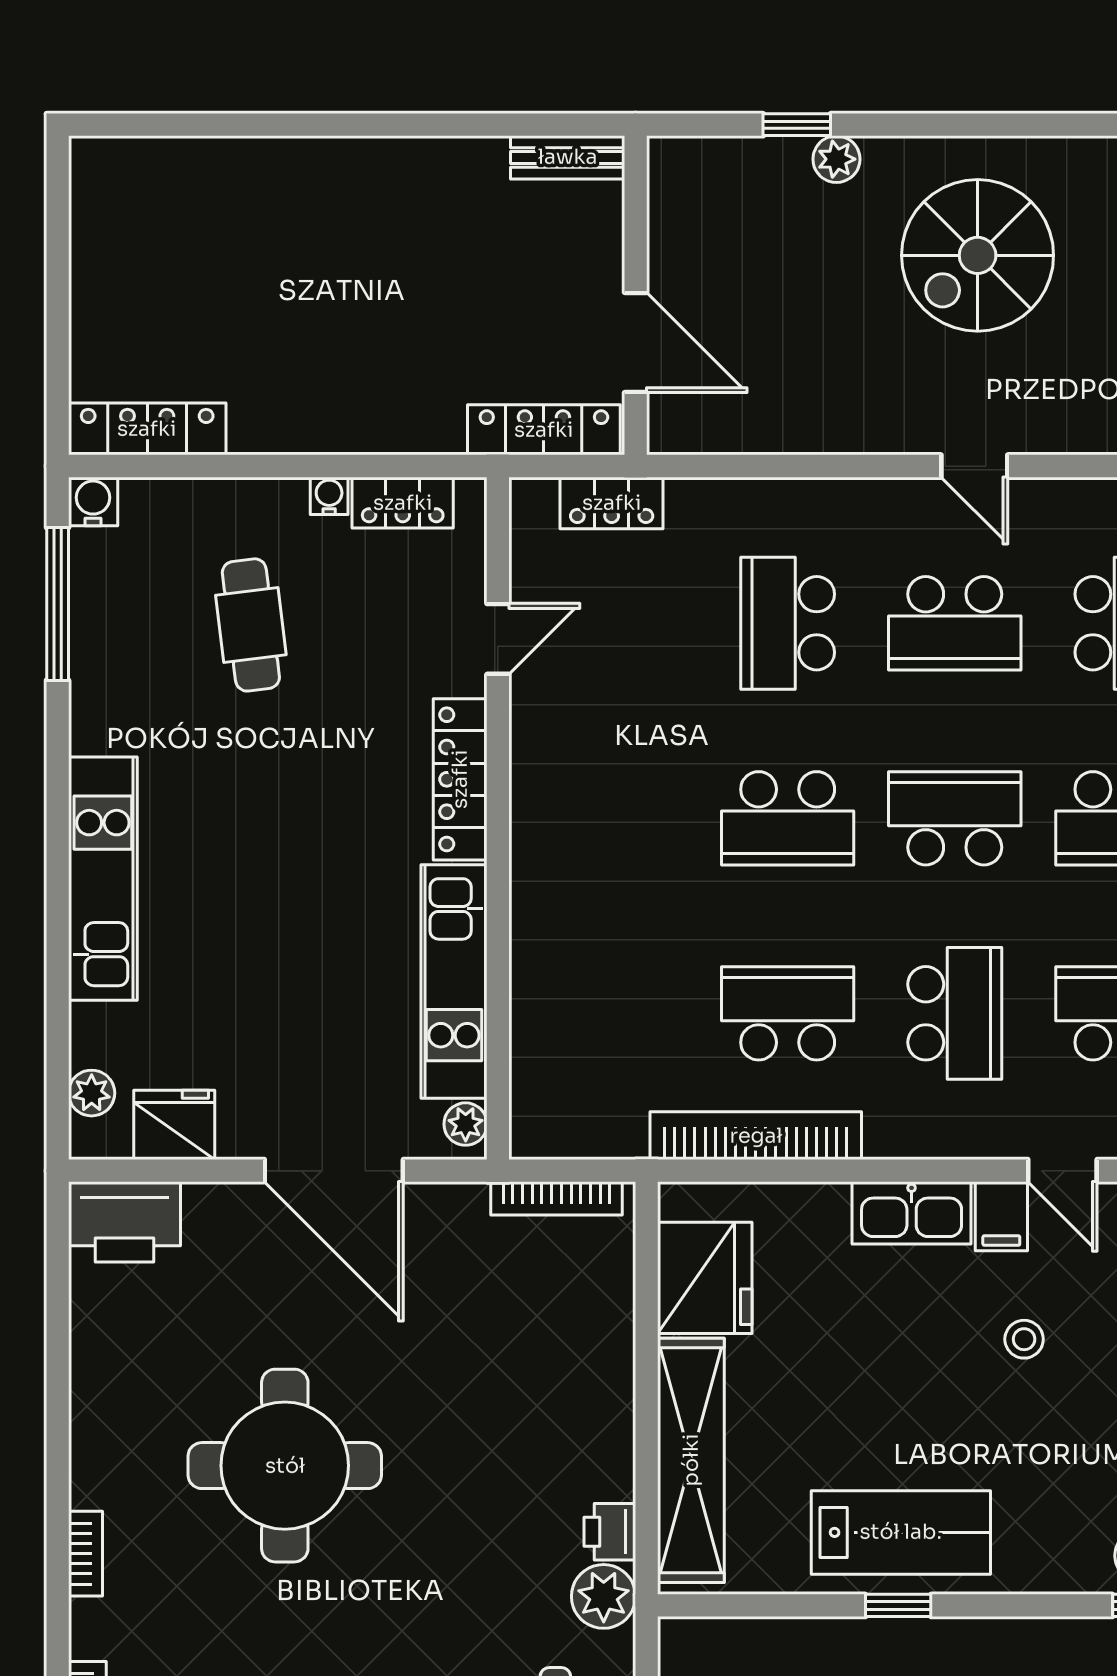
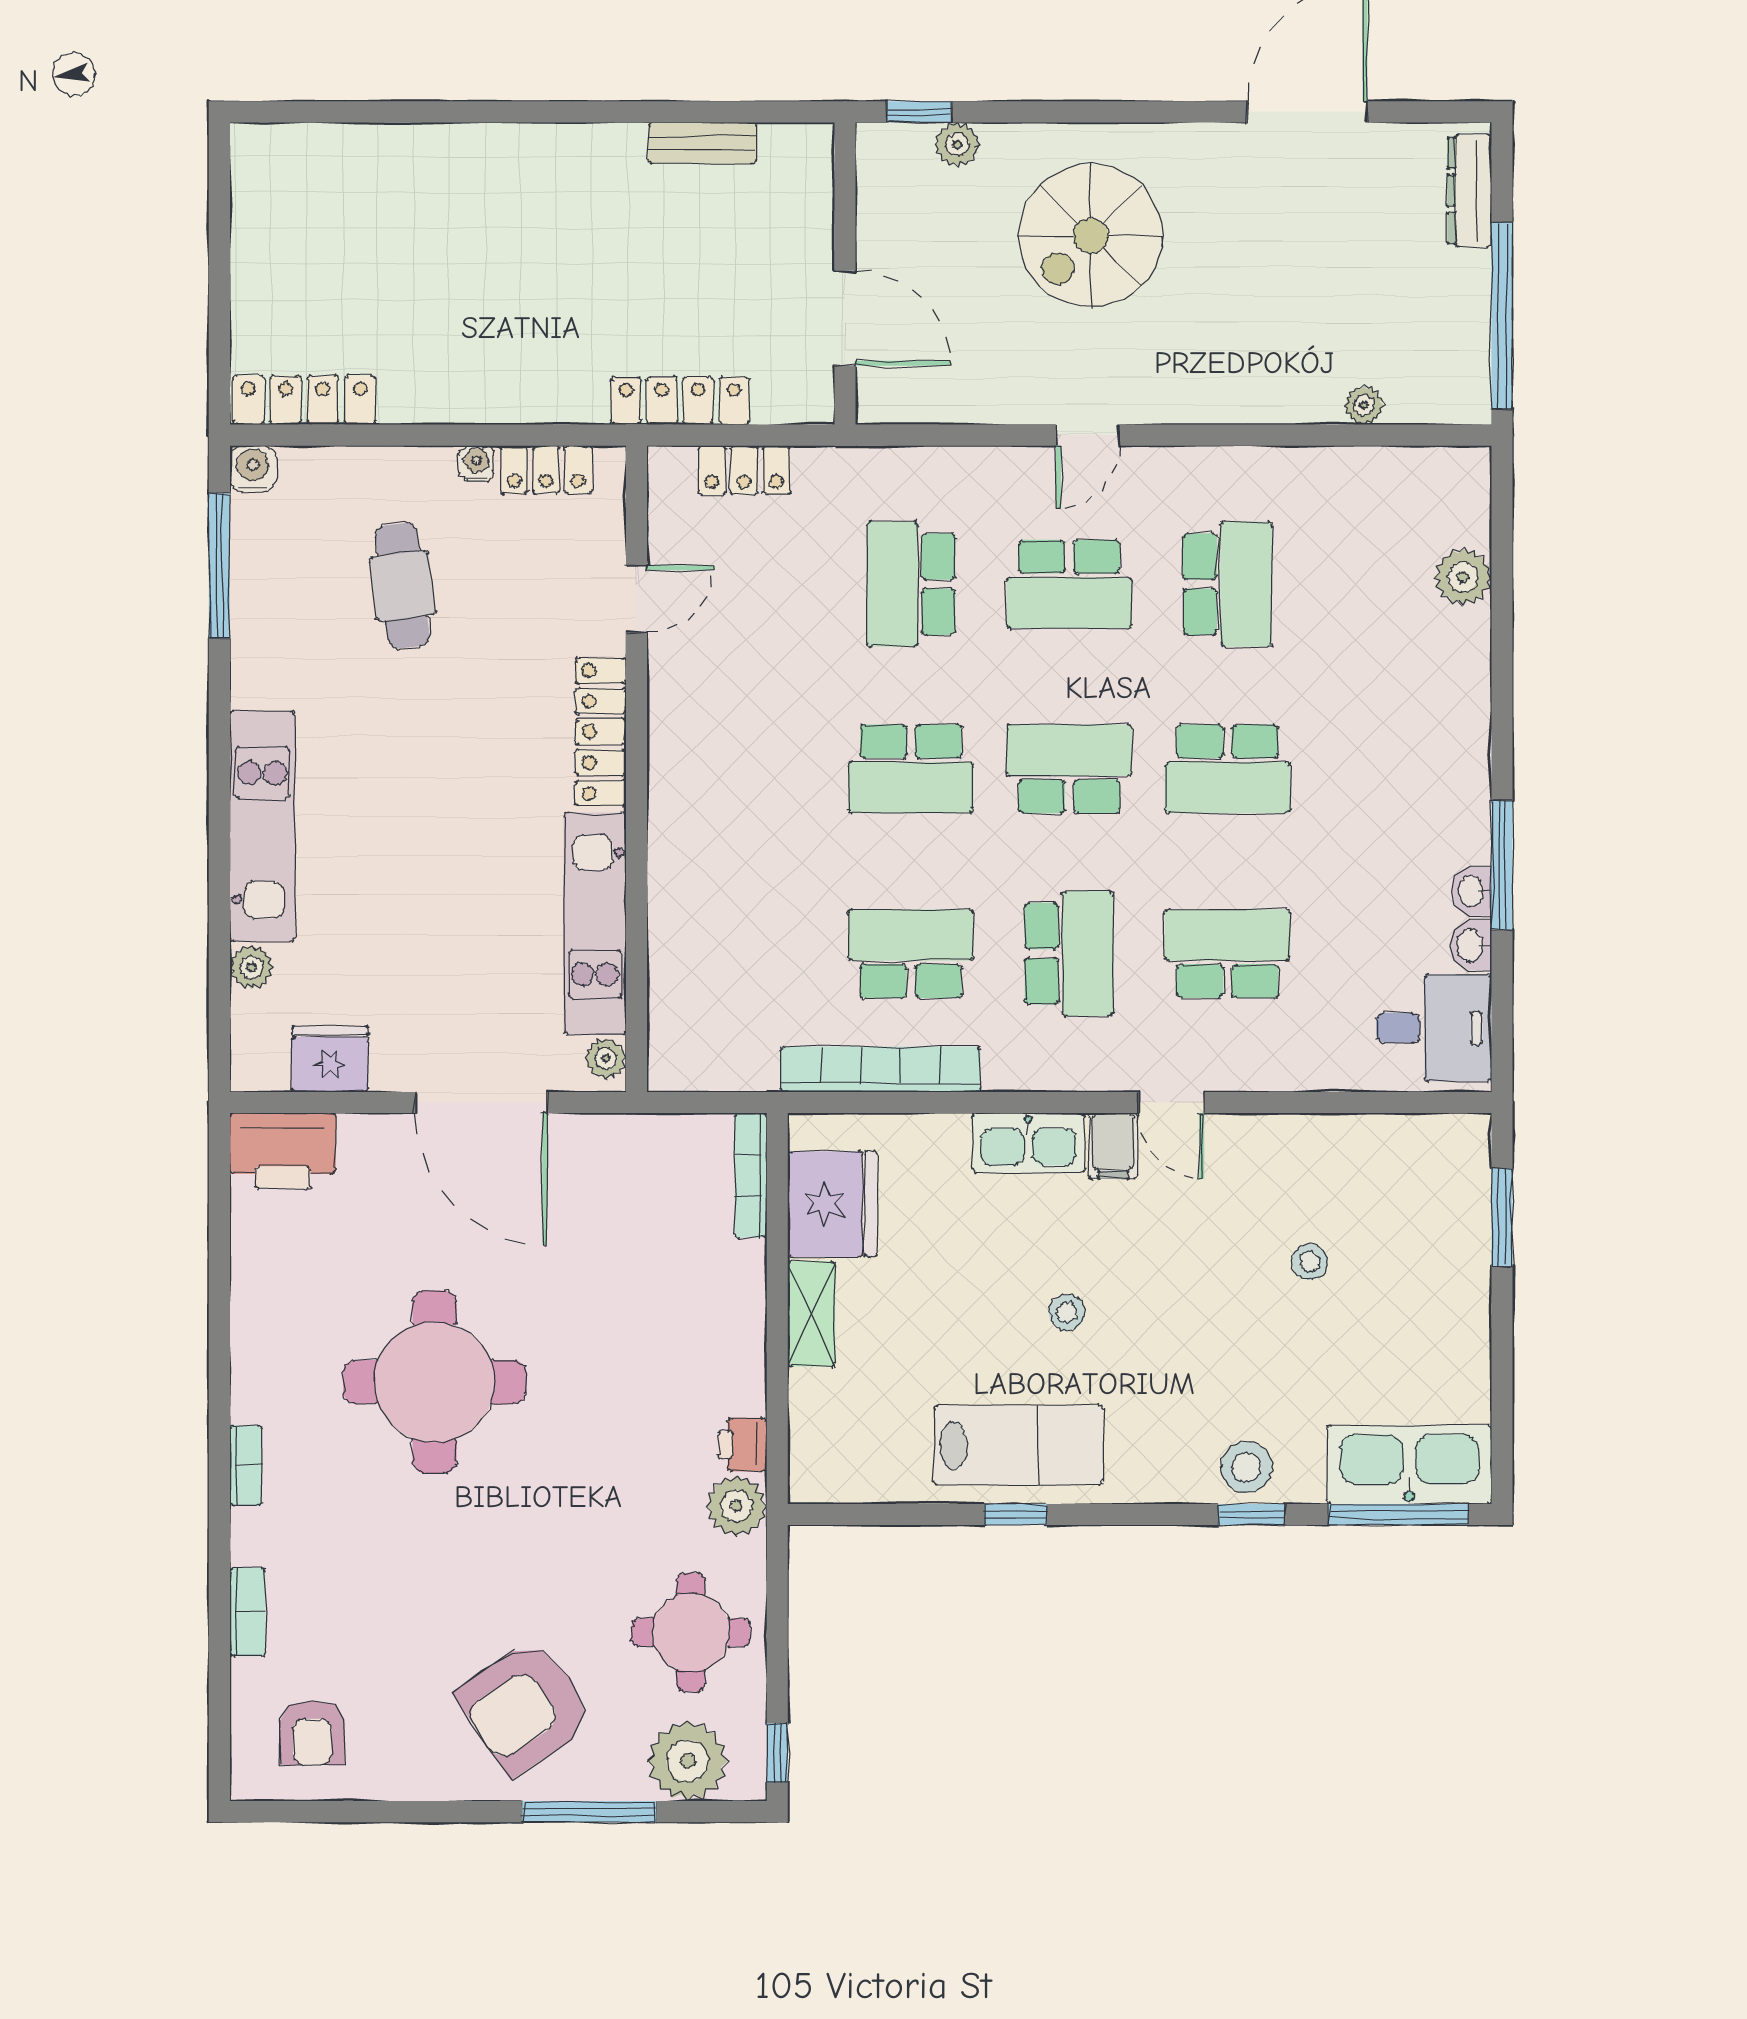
wall: (636, 295) -> (845, 274), moved
door: (636, 342) -> (845, 318), moved
door: (974, 466) -> (1088, 435), hinge flipped
plant: (92, 1093) -> (252, 967), moved
bookcase: (557, 1198) -> (751, 1175), moved, turned 90
stool: (1024, 1339) -> (1067, 1312), moved
shelving: (691, 1460) -> (811, 1314), width x0.45, depth x0.75

